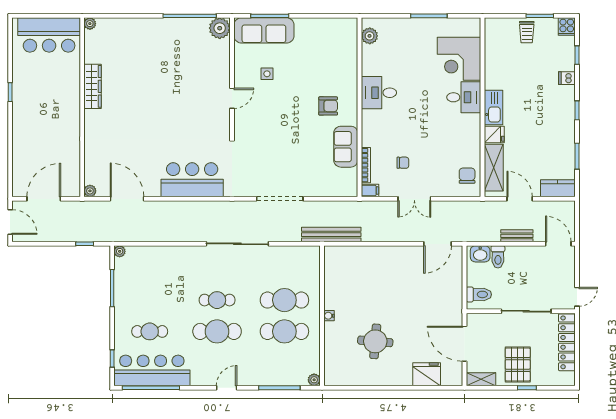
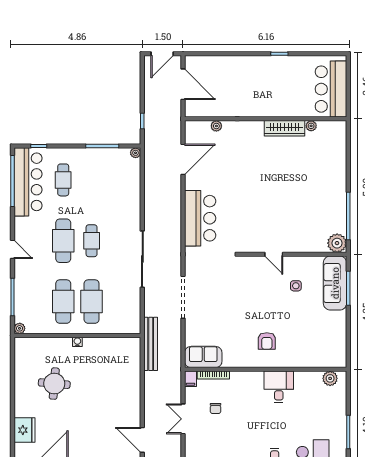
plant: (90, 24) -> (311, 126), moved
sofa: (346, 147) -> (203, 357), moved
plant: (90, 191) -> (216, 126), moved

